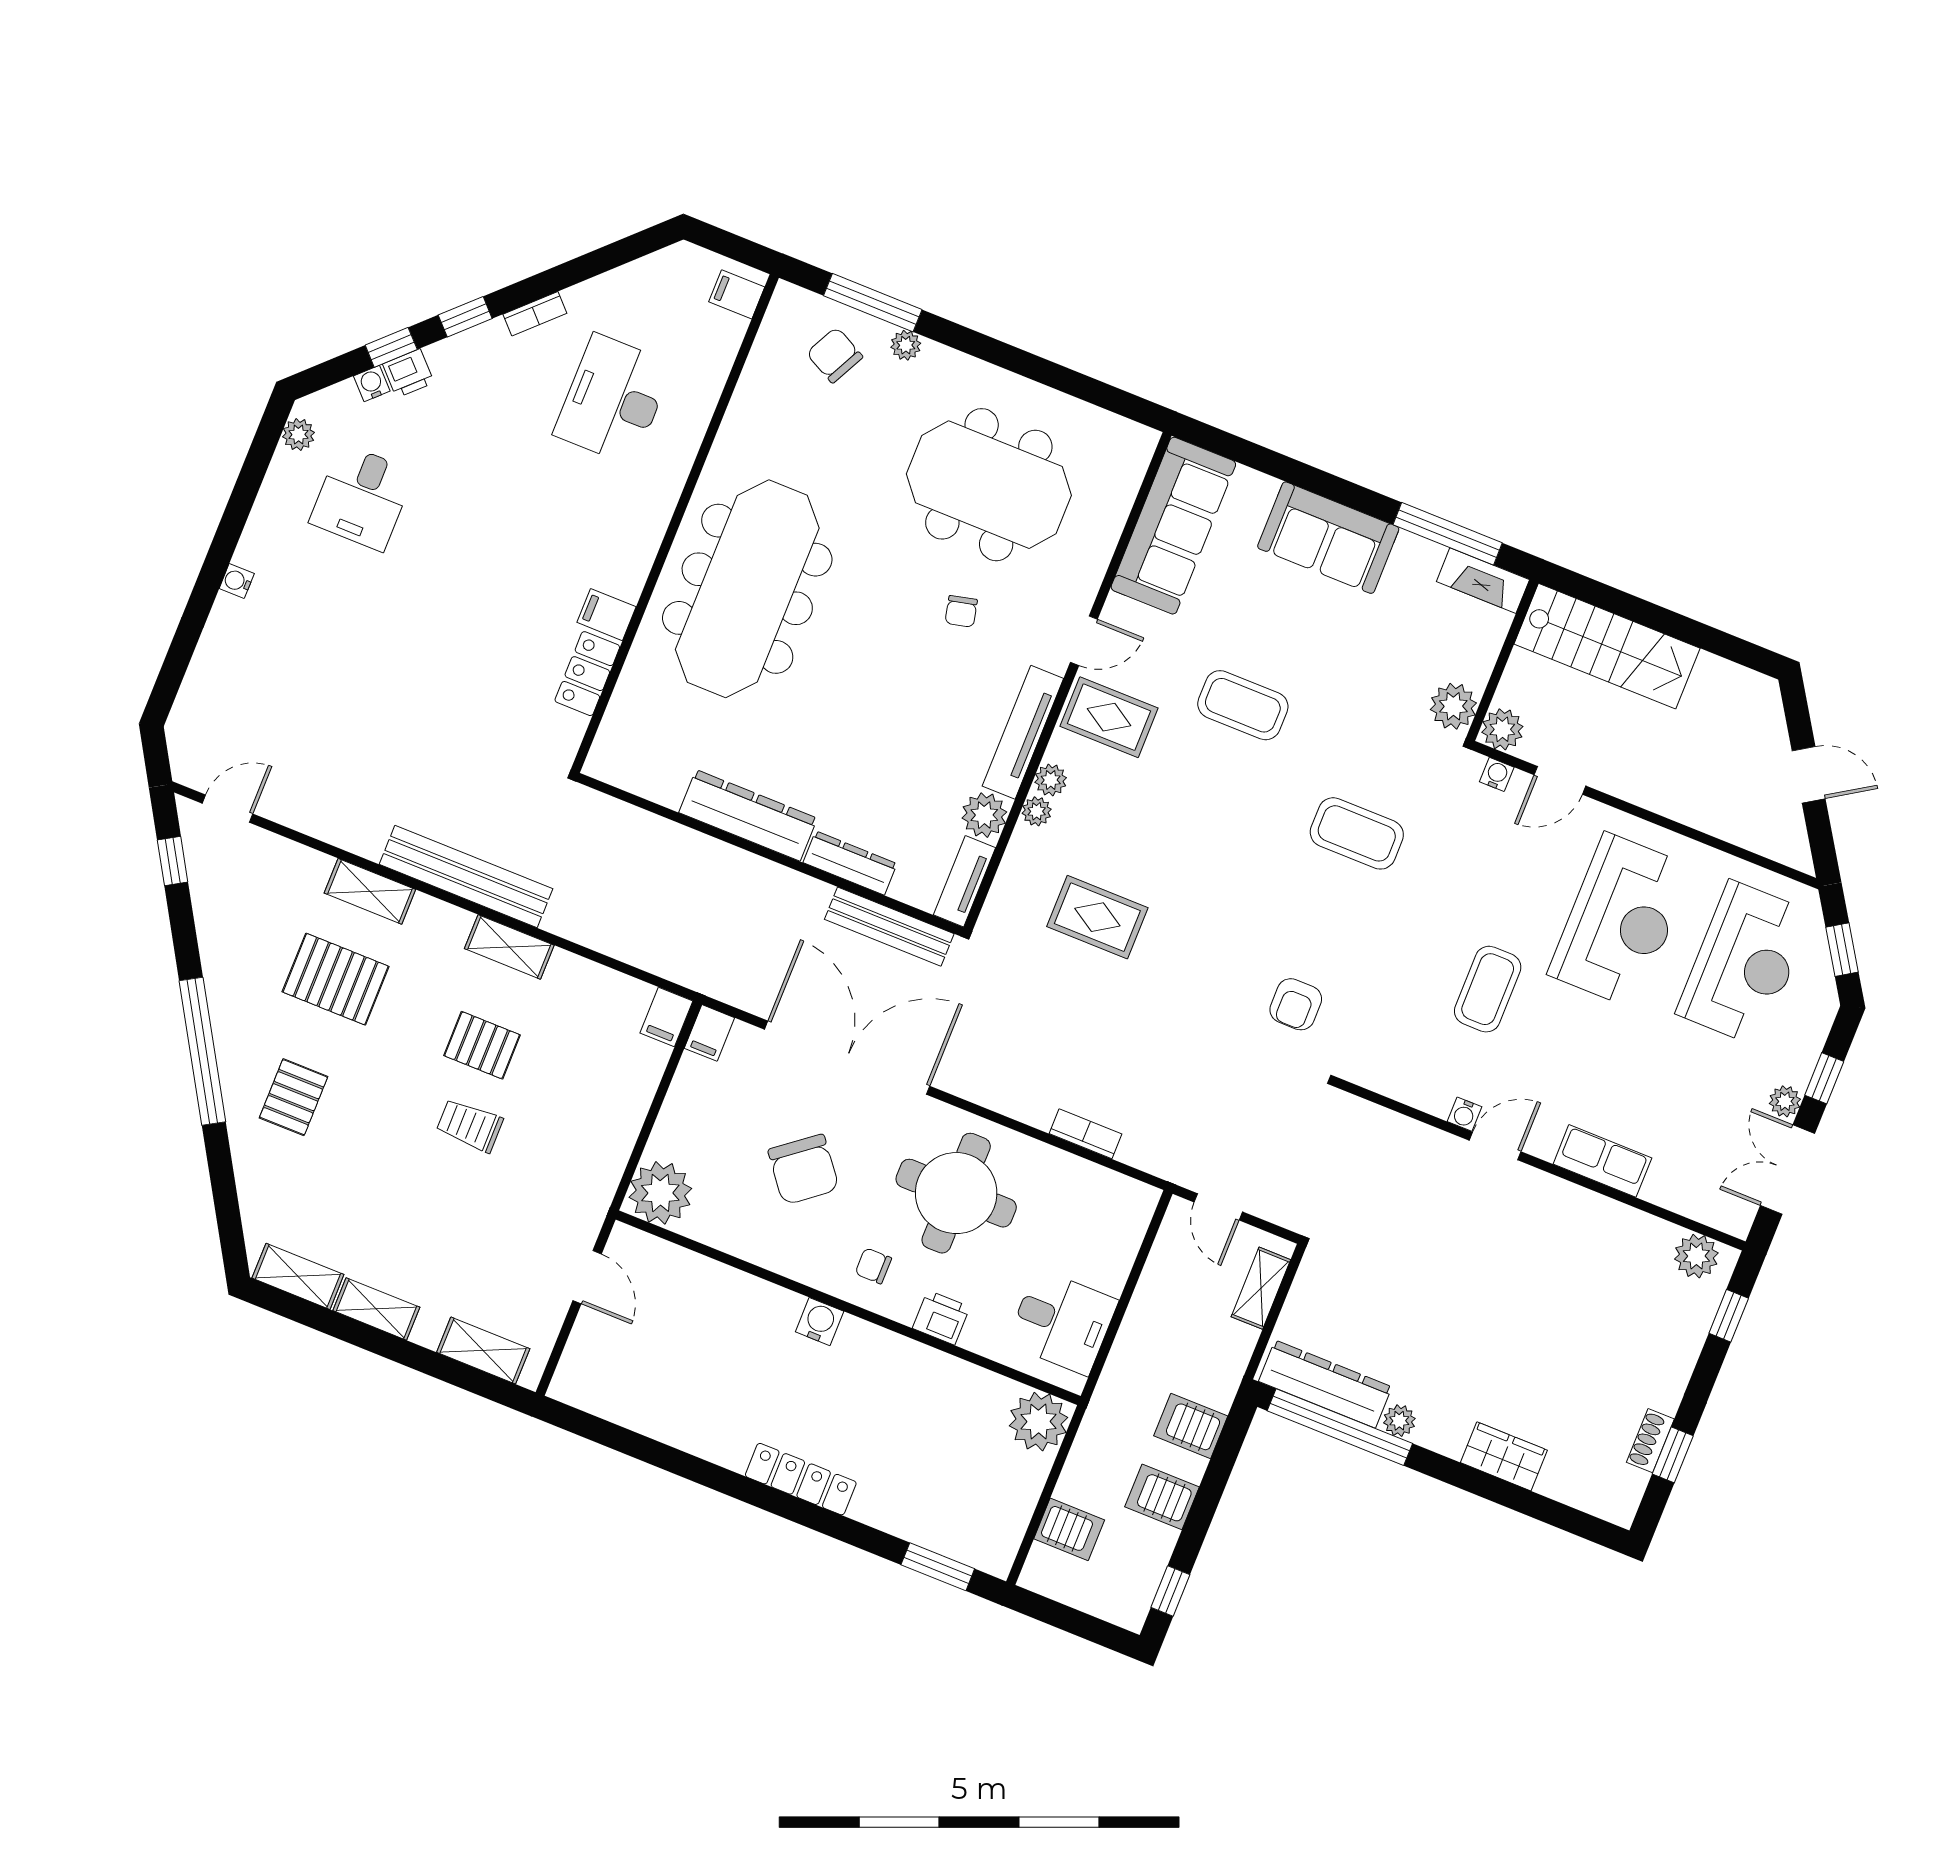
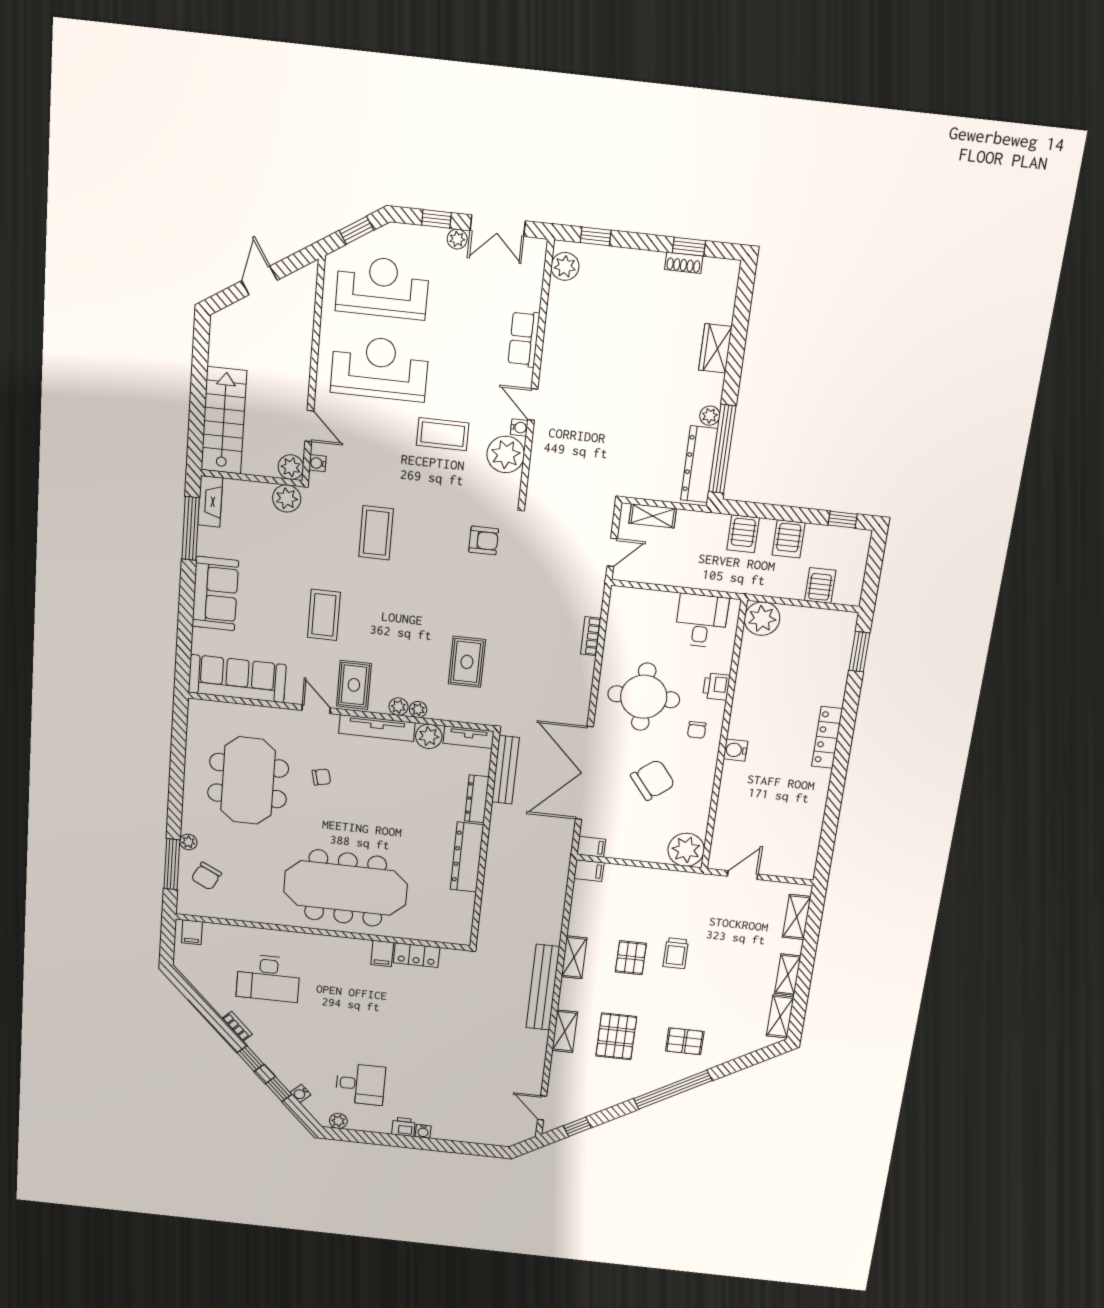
printer: (408, 373) -> (403, 1127), moved, turned -46
plant: (1427, 1080) -> (506, 454), added

